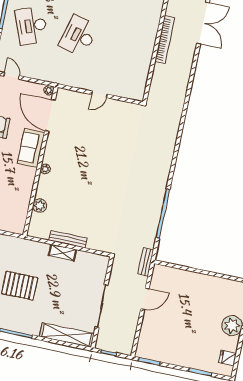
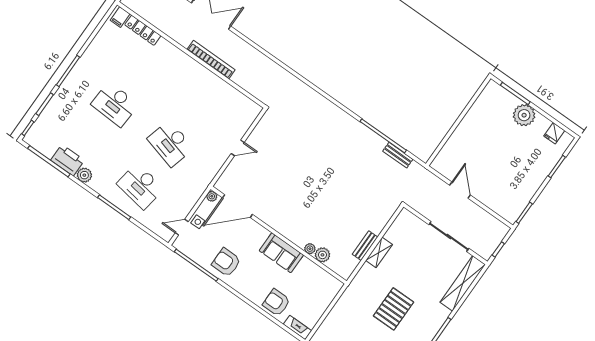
desk: (31, 26) -> (140, 186), turned 30
side table: (22, 88) -> (198, 222), added
door: (99, 94) -> (238, 148), hinge flipped
sofa: (31, 148) -> (281, 253), moved
plant: (45, 169) -> (310, 249), moved
bench: (68, 239) -> (365, 246), width x0.73
bench: (146, 262) -> (398, 155), moved

